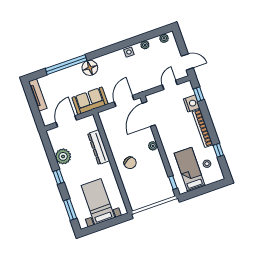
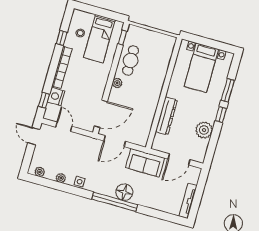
window: (66, 65) -> (115, 202), moved
door: (170, 85) -> (64, 127), swing flipped
chair: (130, 163) -> (148, 82), removed
cafe table: (155, 170) -> (131, 60), added
window: (70, 209) -> (228, 90), moved

